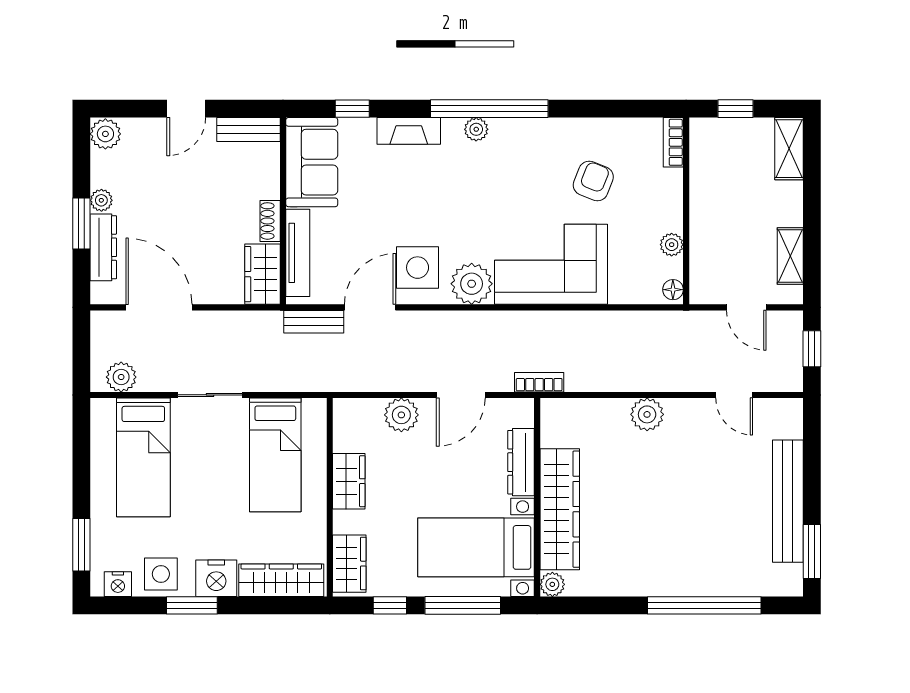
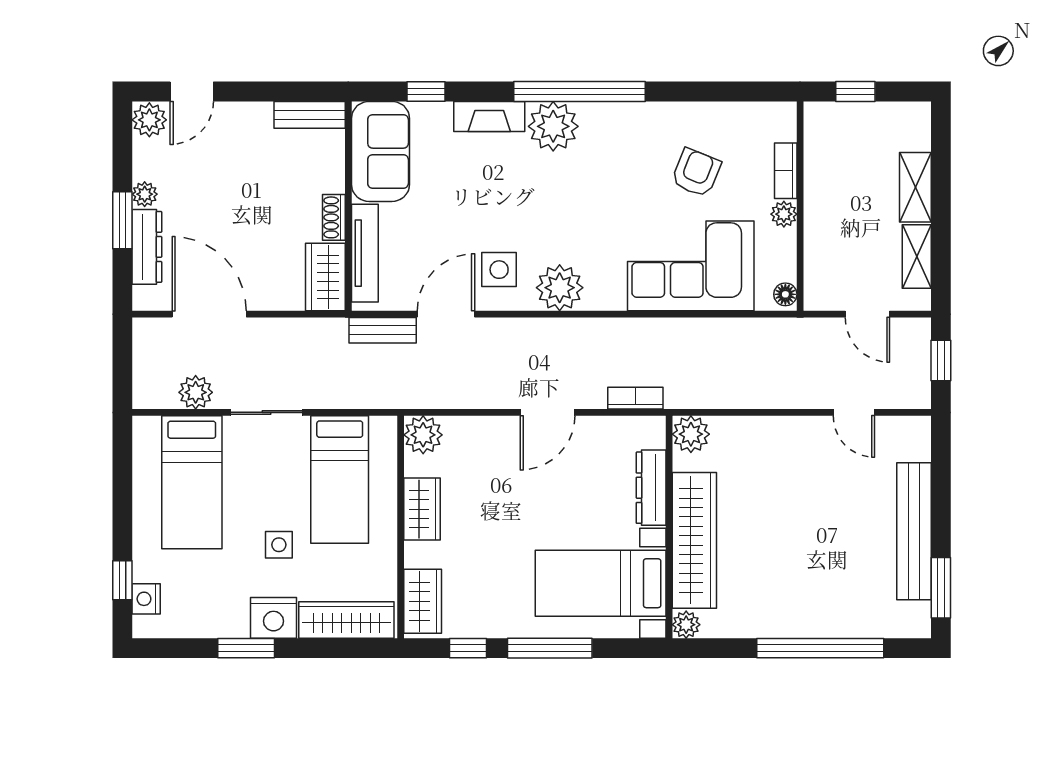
door: (186, 109) -> (192, 92), moved
plant: (476, 129) -> (553, 126), width x1.88, depth x1.88
bookcase: (673, 142) -> (786, 171), moved
shelving: (789, 149) -> (915, 187), moved
plant: (672, 245) -> (784, 214), moved
corner sofa: (551, 264) -> (691, 266), moved
side table: (418, 268) -> (499, 270), width x0.73, depth x0.73
plant: (121, 377) -> (196, 392), moved
plant: (647, 414) -> (691, 434), moved
plant: (401, 415) -> (423, 435), moved
dresser: (521, 462) -> (651, 488), moved
wall: (537, 497) -> (669, 527), moved
wardrobe: (560, 509) -> (694, 540), moved
window: (81, 545) -> (122, 580), width x0.67
bed with nightstands: (476, 547) -> (601, 583), moved
side table: (161, 574) -> (279, 545), moved, width x0.73, depth x0.73
nightstand: (118, 584) -> (146, 599), moved, turned 90
plant: (552, 584) -> (686, 625), moved

